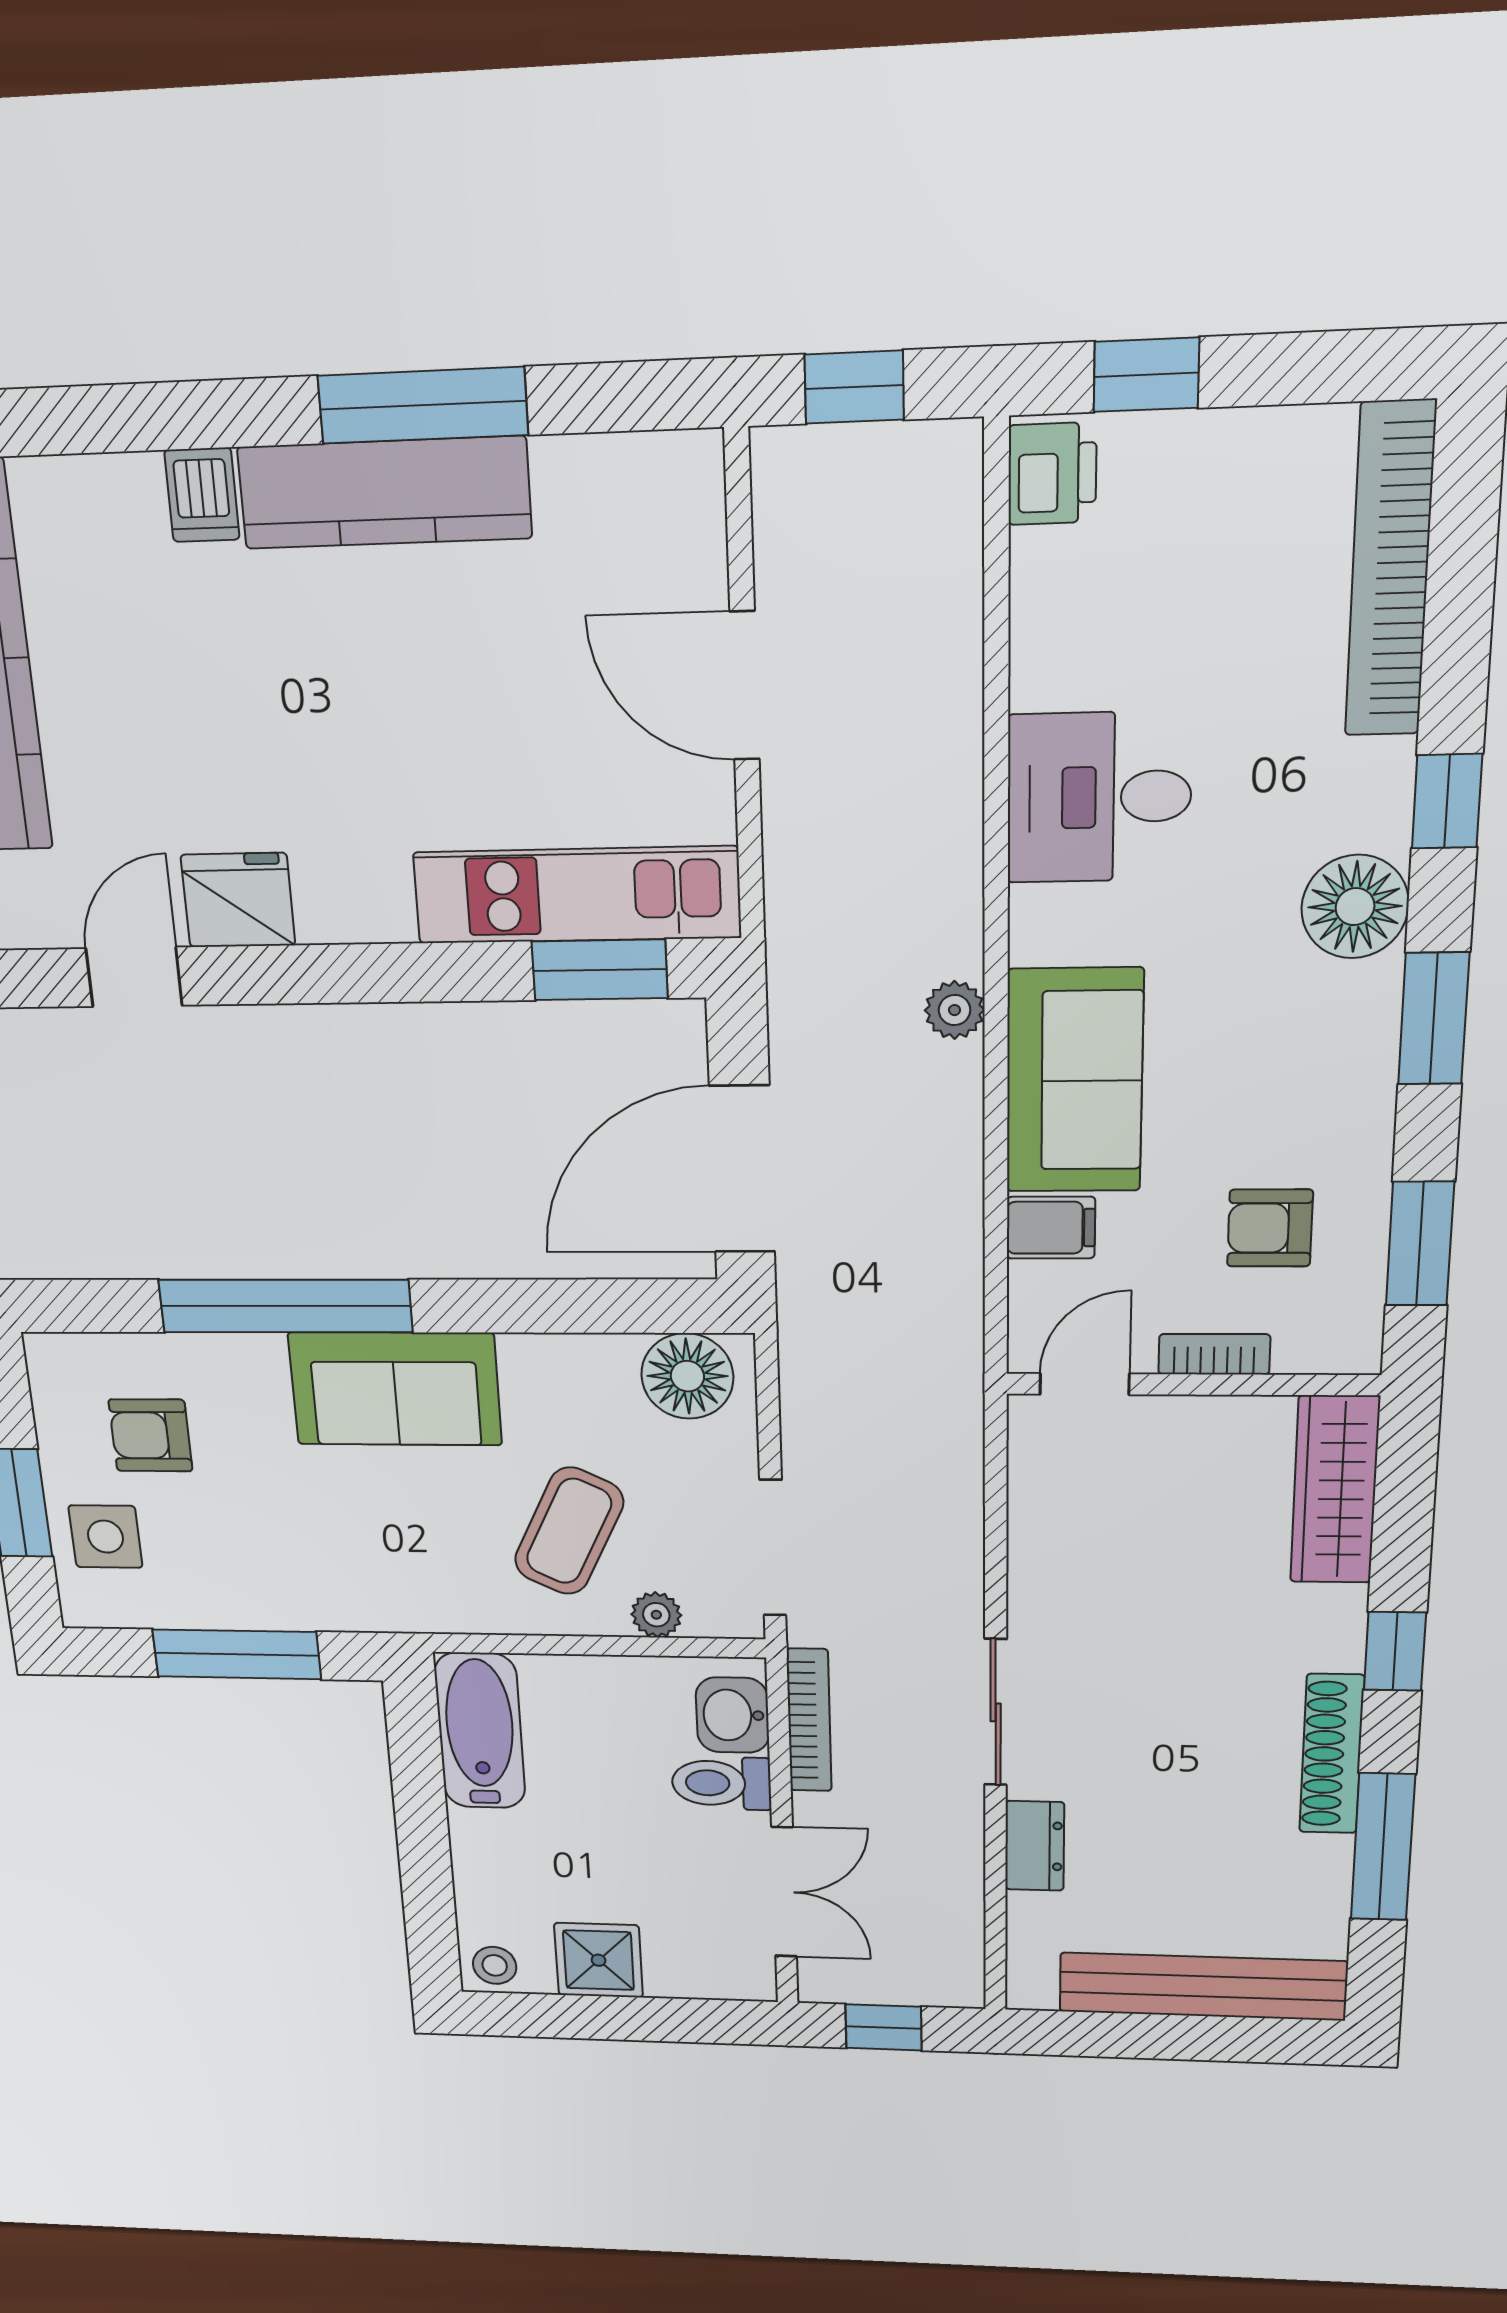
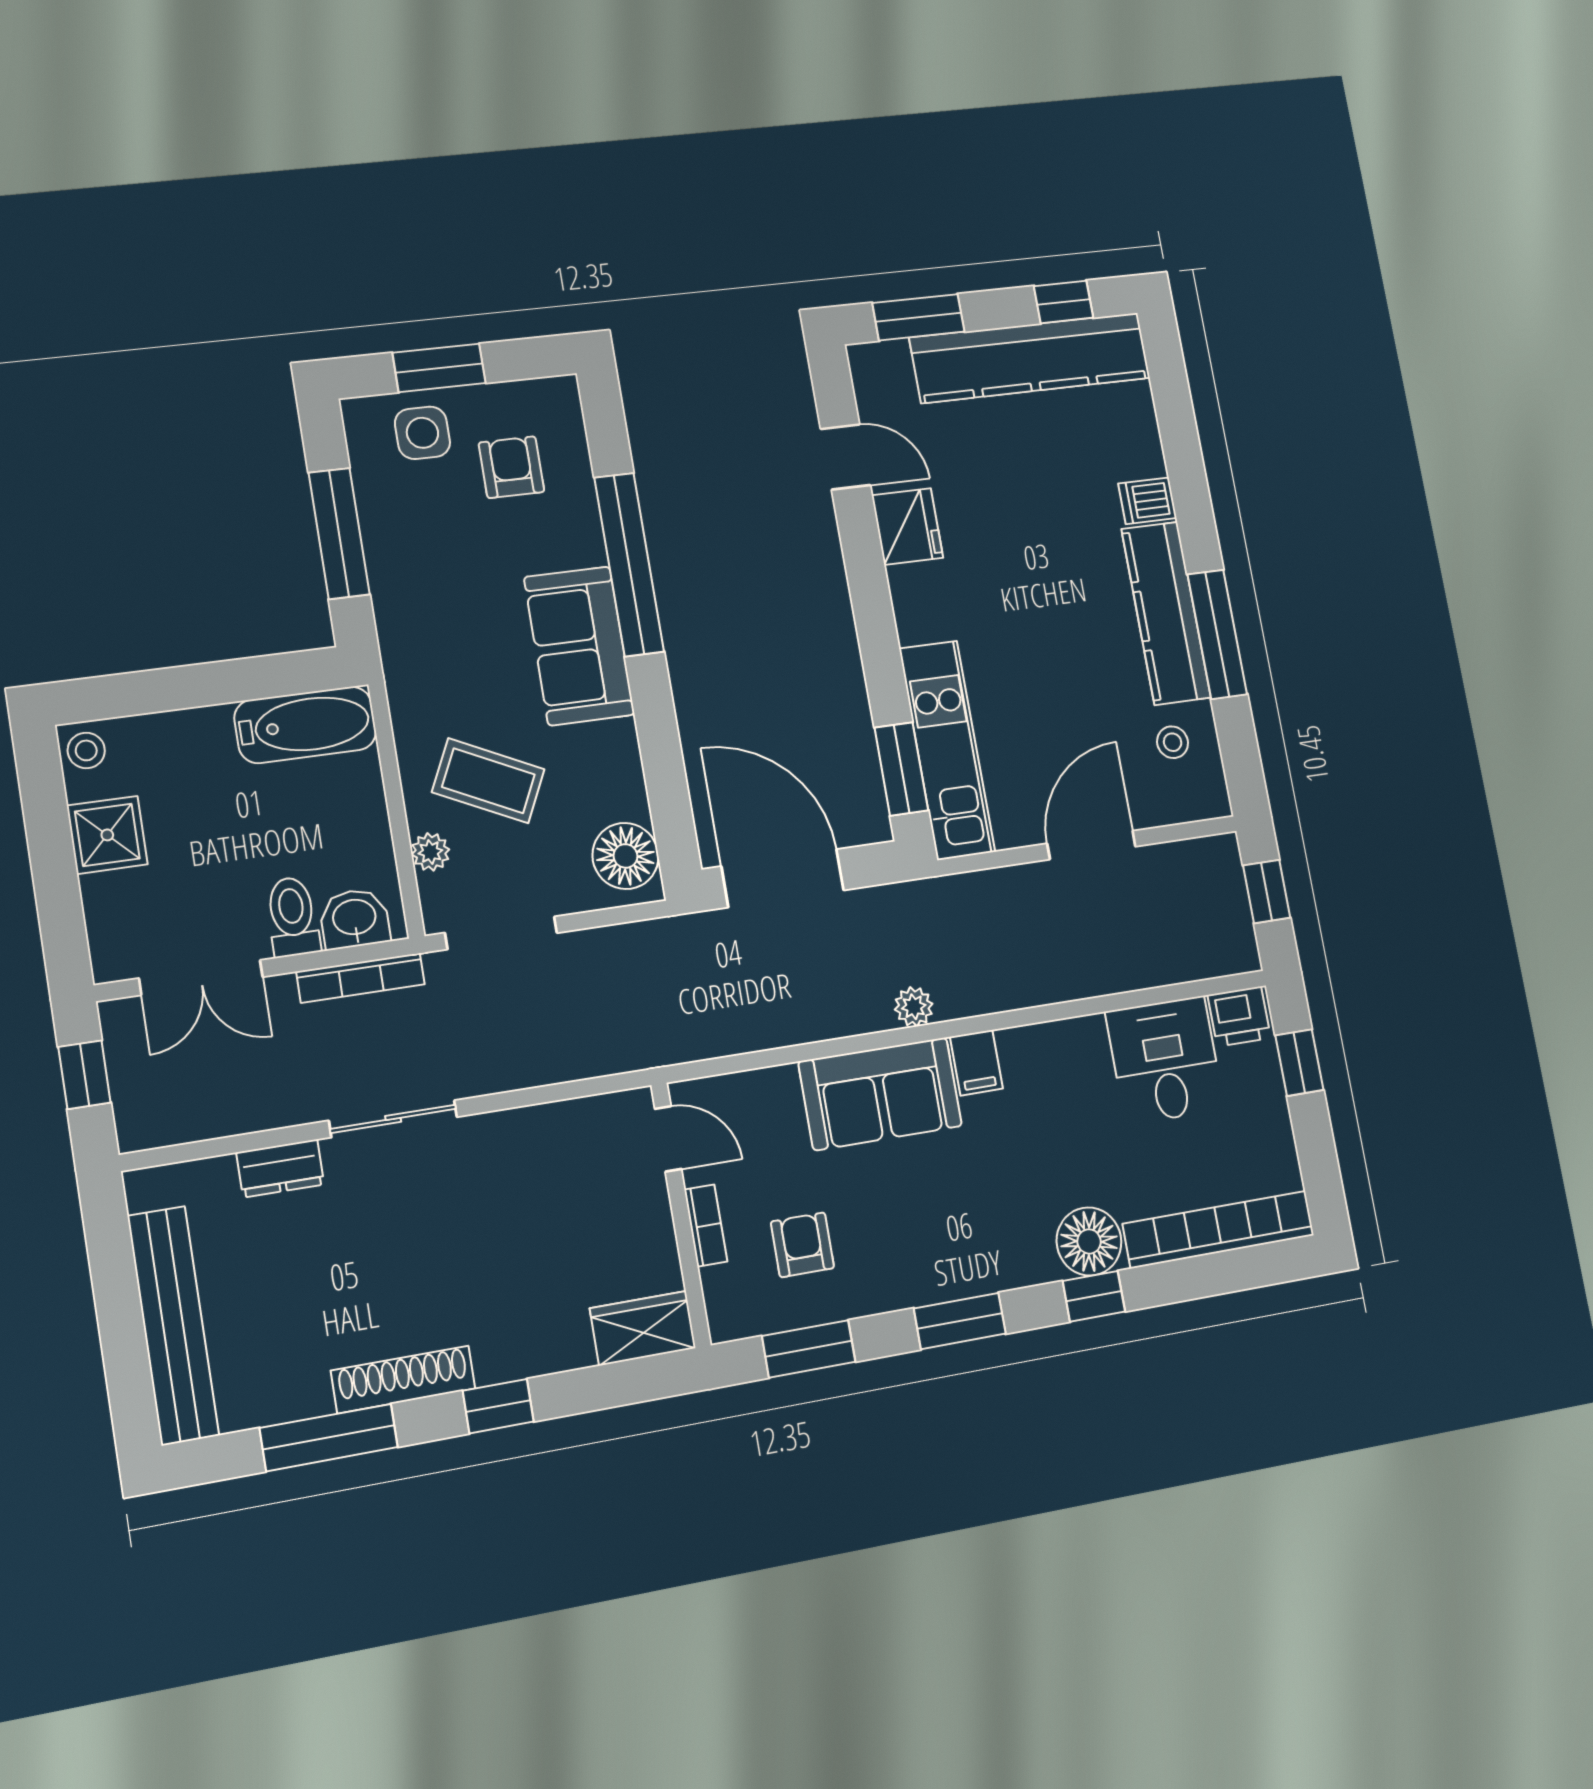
stool: (594, 517) -> (1173, 742), added
desk: (1099, 797) -> (1165, 1060), moved
floor lamp: (1355, 907) -> (1089, 1241), moved
filing cabinet: (1051, 1228) -> (976, 1063), moved
wardrobe: (1335, 1490) -> (643, 1328), width x0.67

